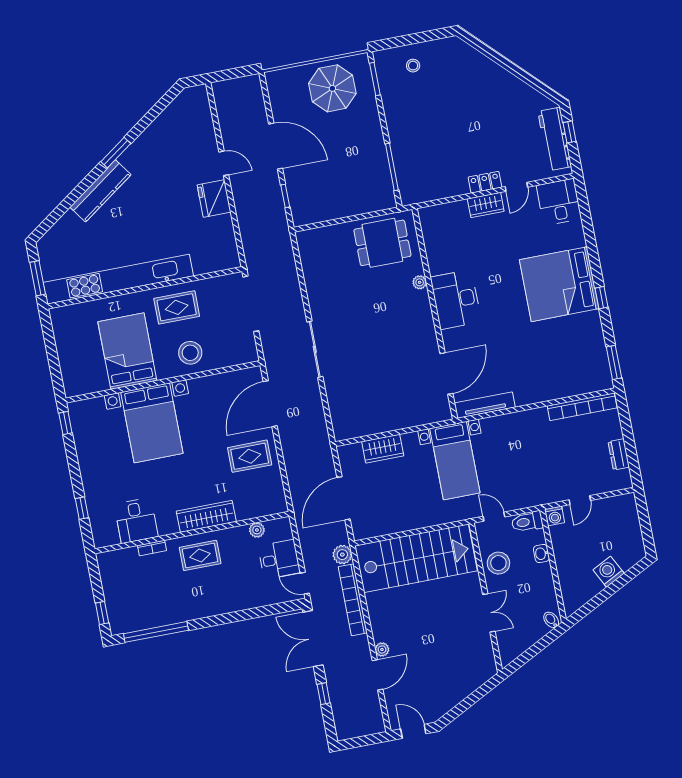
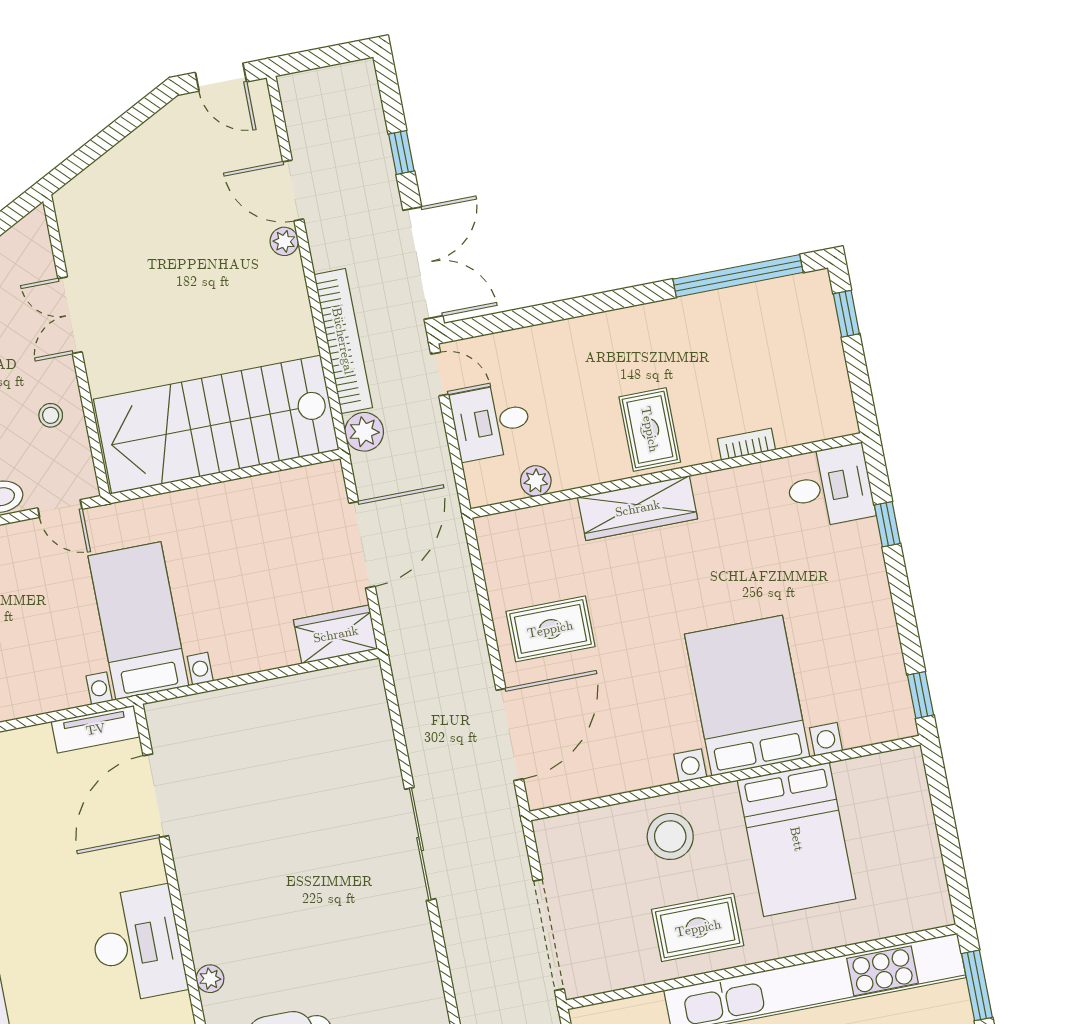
tv unit: (485, 405) -> (96, 729), width x0.71
wardrobe: (383, 449) -> (336, 634), moved
desk: (136, 520) -> (829, 487), moved, turned 90
rug: (200, 555) -> (650, 429), turned 90
stool: (498, 563) -> (51, 415), width x0.53, depth x0.53
door: (377, 675) -> (293, 190), hinge flipped

